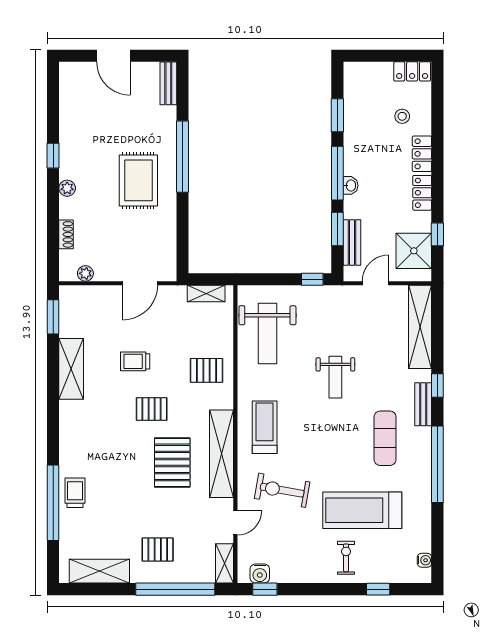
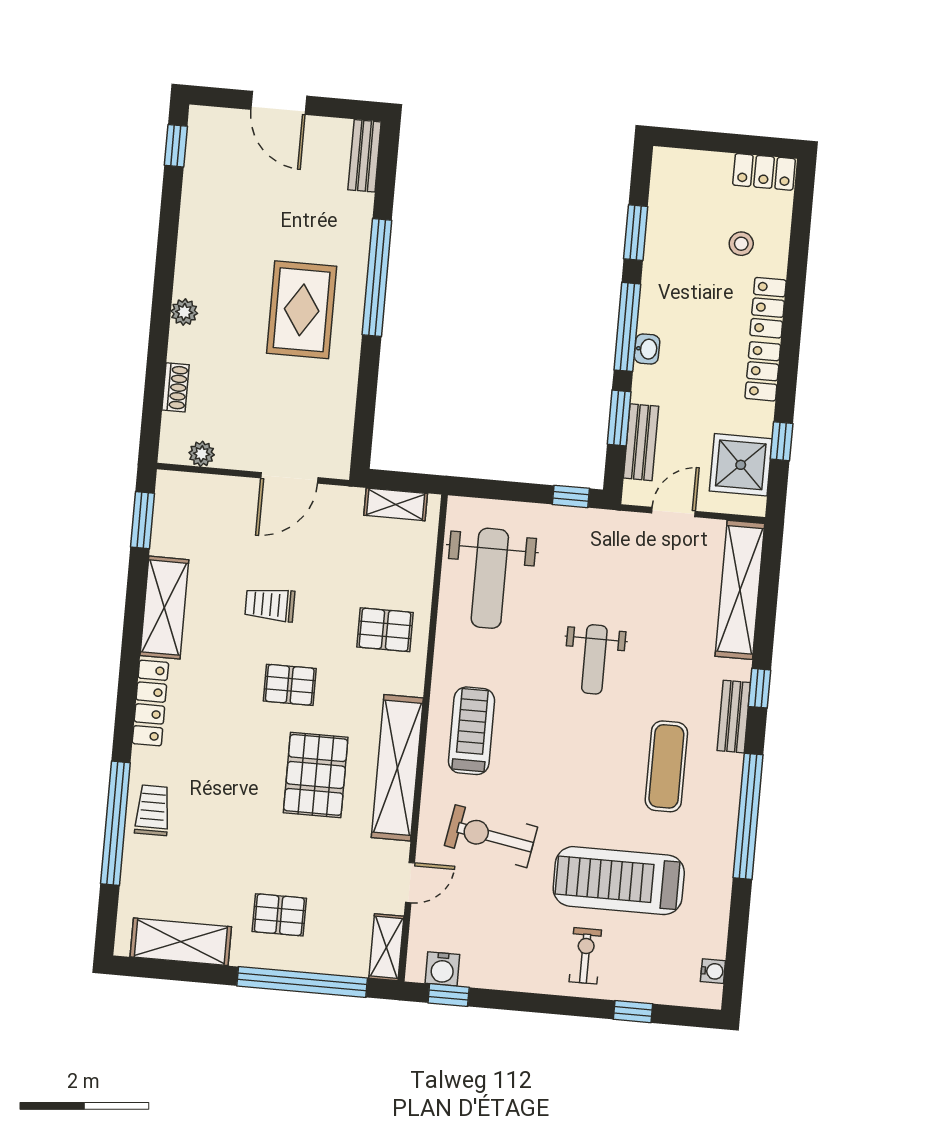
window: (53, 156) -> (176, 146), moved
locker: (68, 428) -> (150, 703), added

